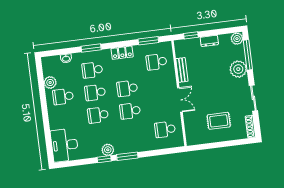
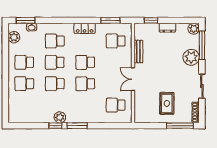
window: (91, 48) -> (26, 20), moved
plant: (50, 82) -> (14, 37), moved
double door: (180, 100) -> (133, 79), swing flipped
school desk: (66, 119) -> (24, 84), added
rug: (219, 121) -> (167, 103), turned 90
window: (235, 143) -> (180, 126), added
desk: (65, 145) -> (20, 108), removed

